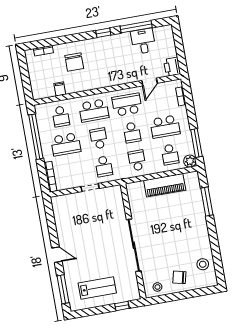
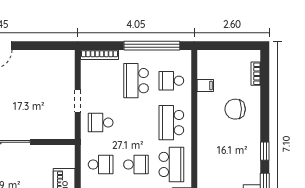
school desk: (132, 133) -> (136, 164), turned 180
school desk: (99, 138) -> (136, 123), removed

